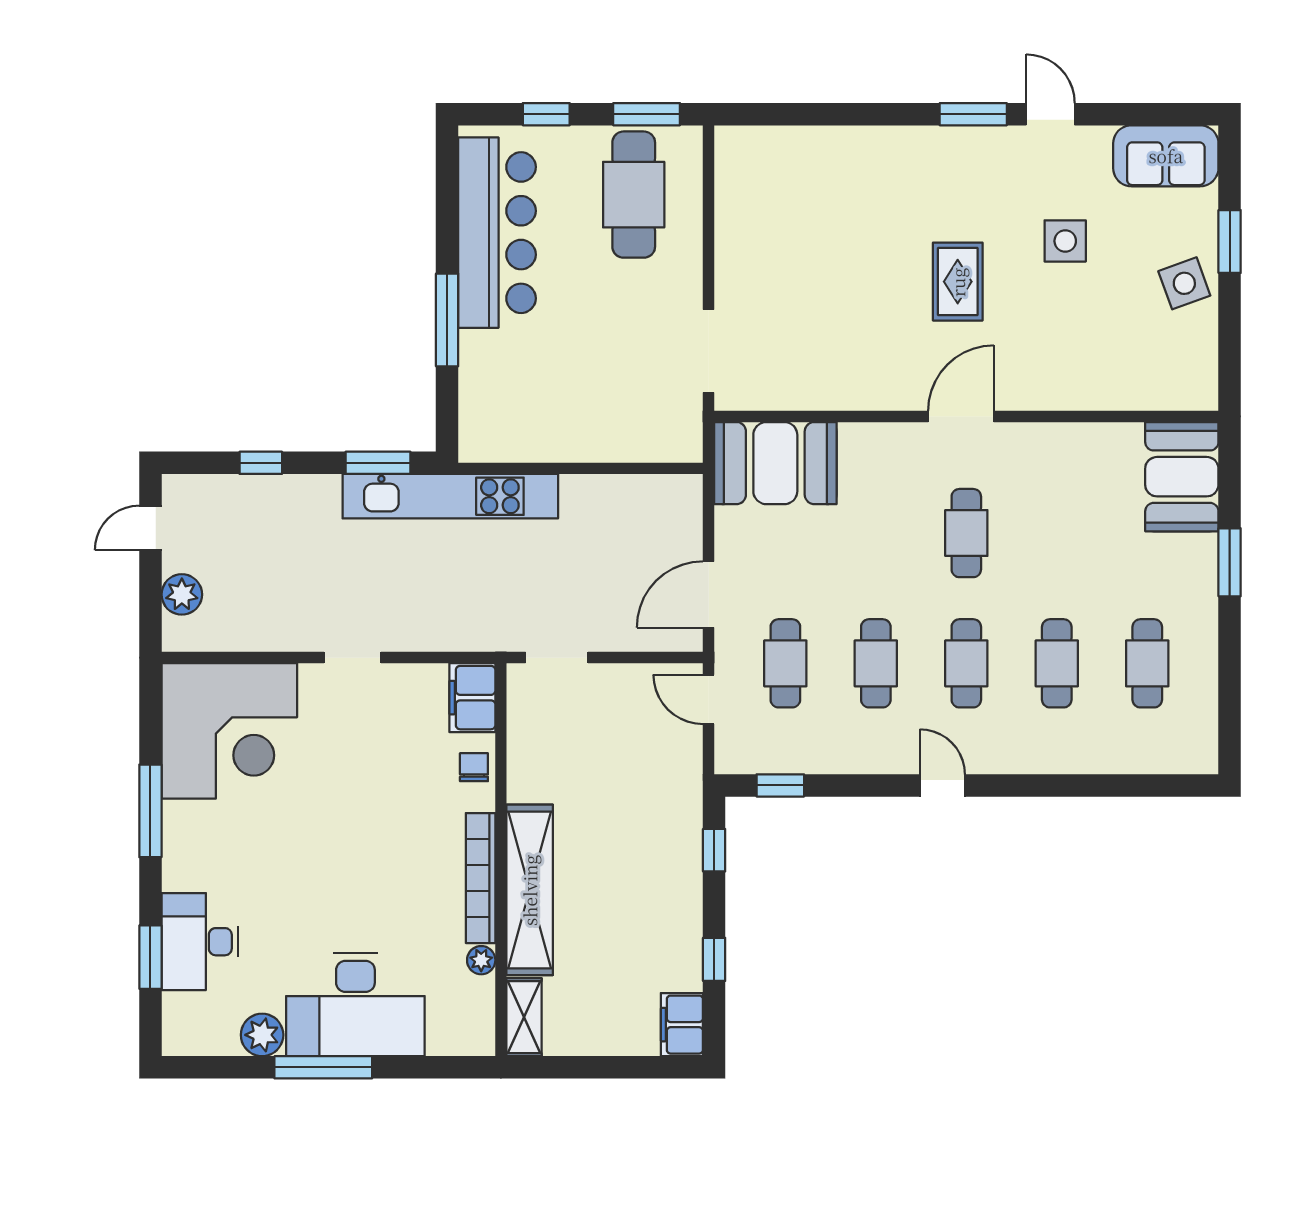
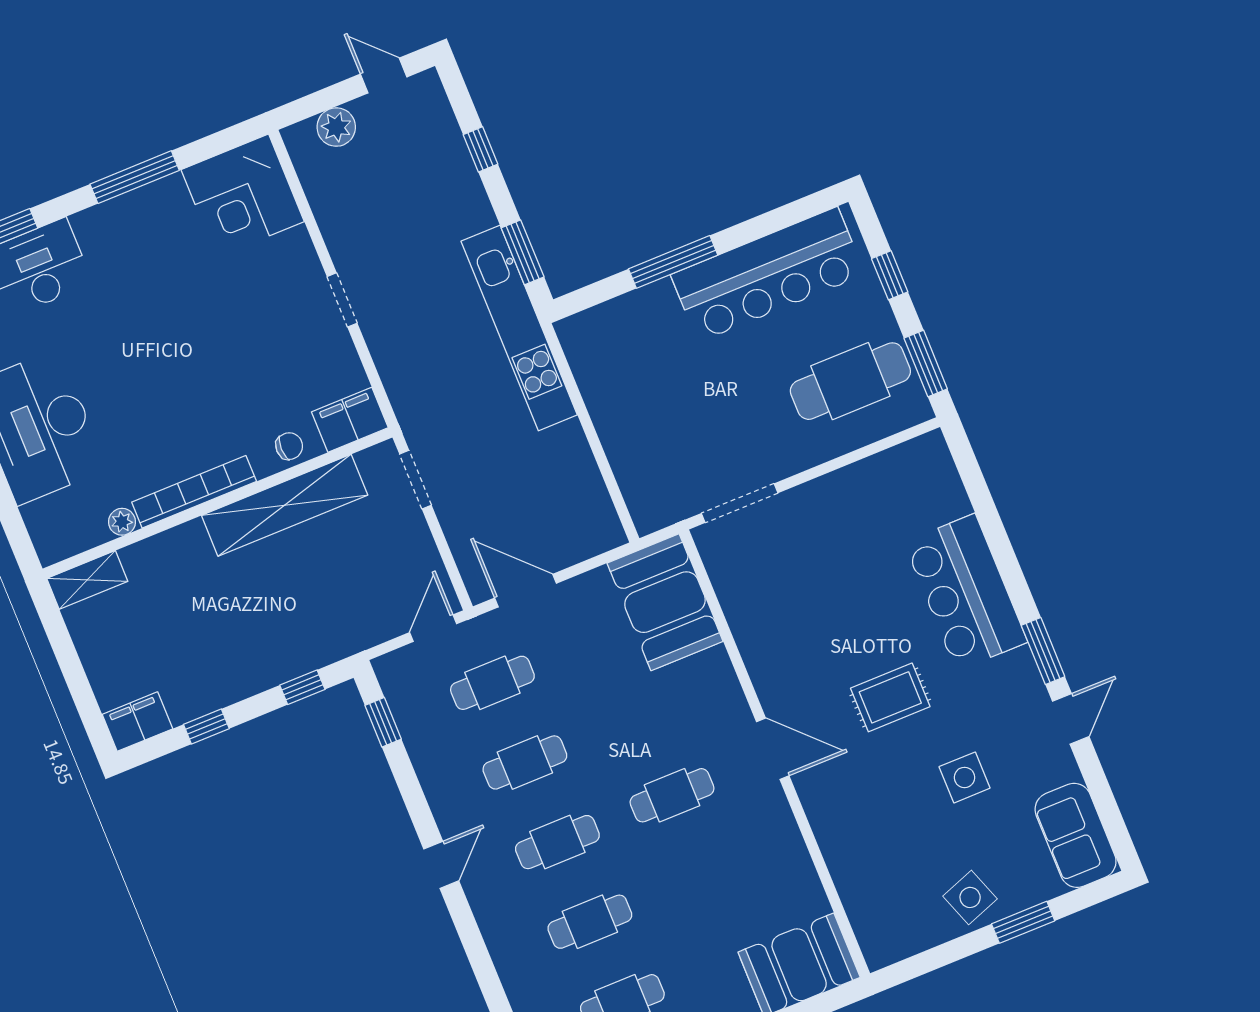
bar counter: (885, 166) -> (966, 592), added
corner desk: (229, 731) -> (243, 196), width x0.74, depth x0.74
shelving: (530, 890) -> (285, 505), moved

